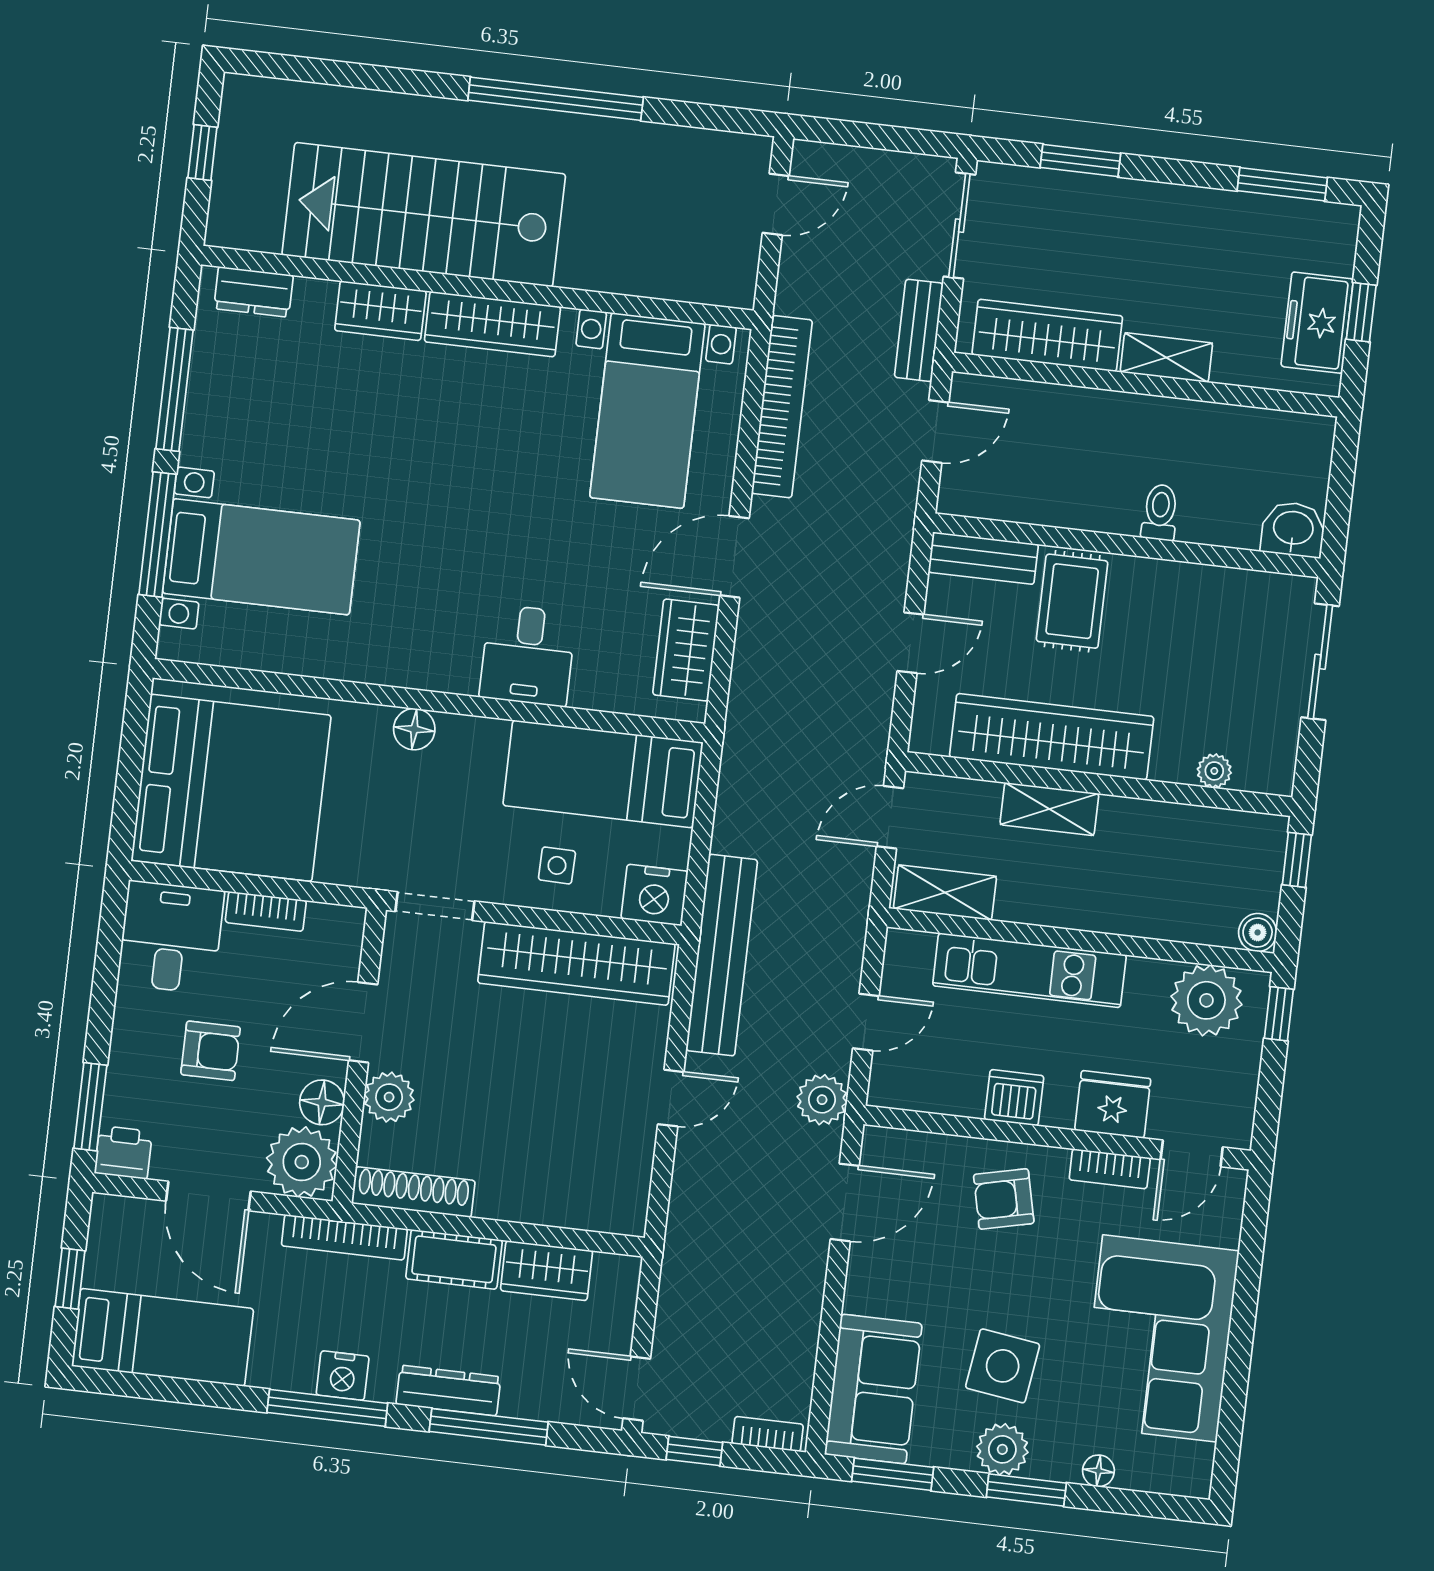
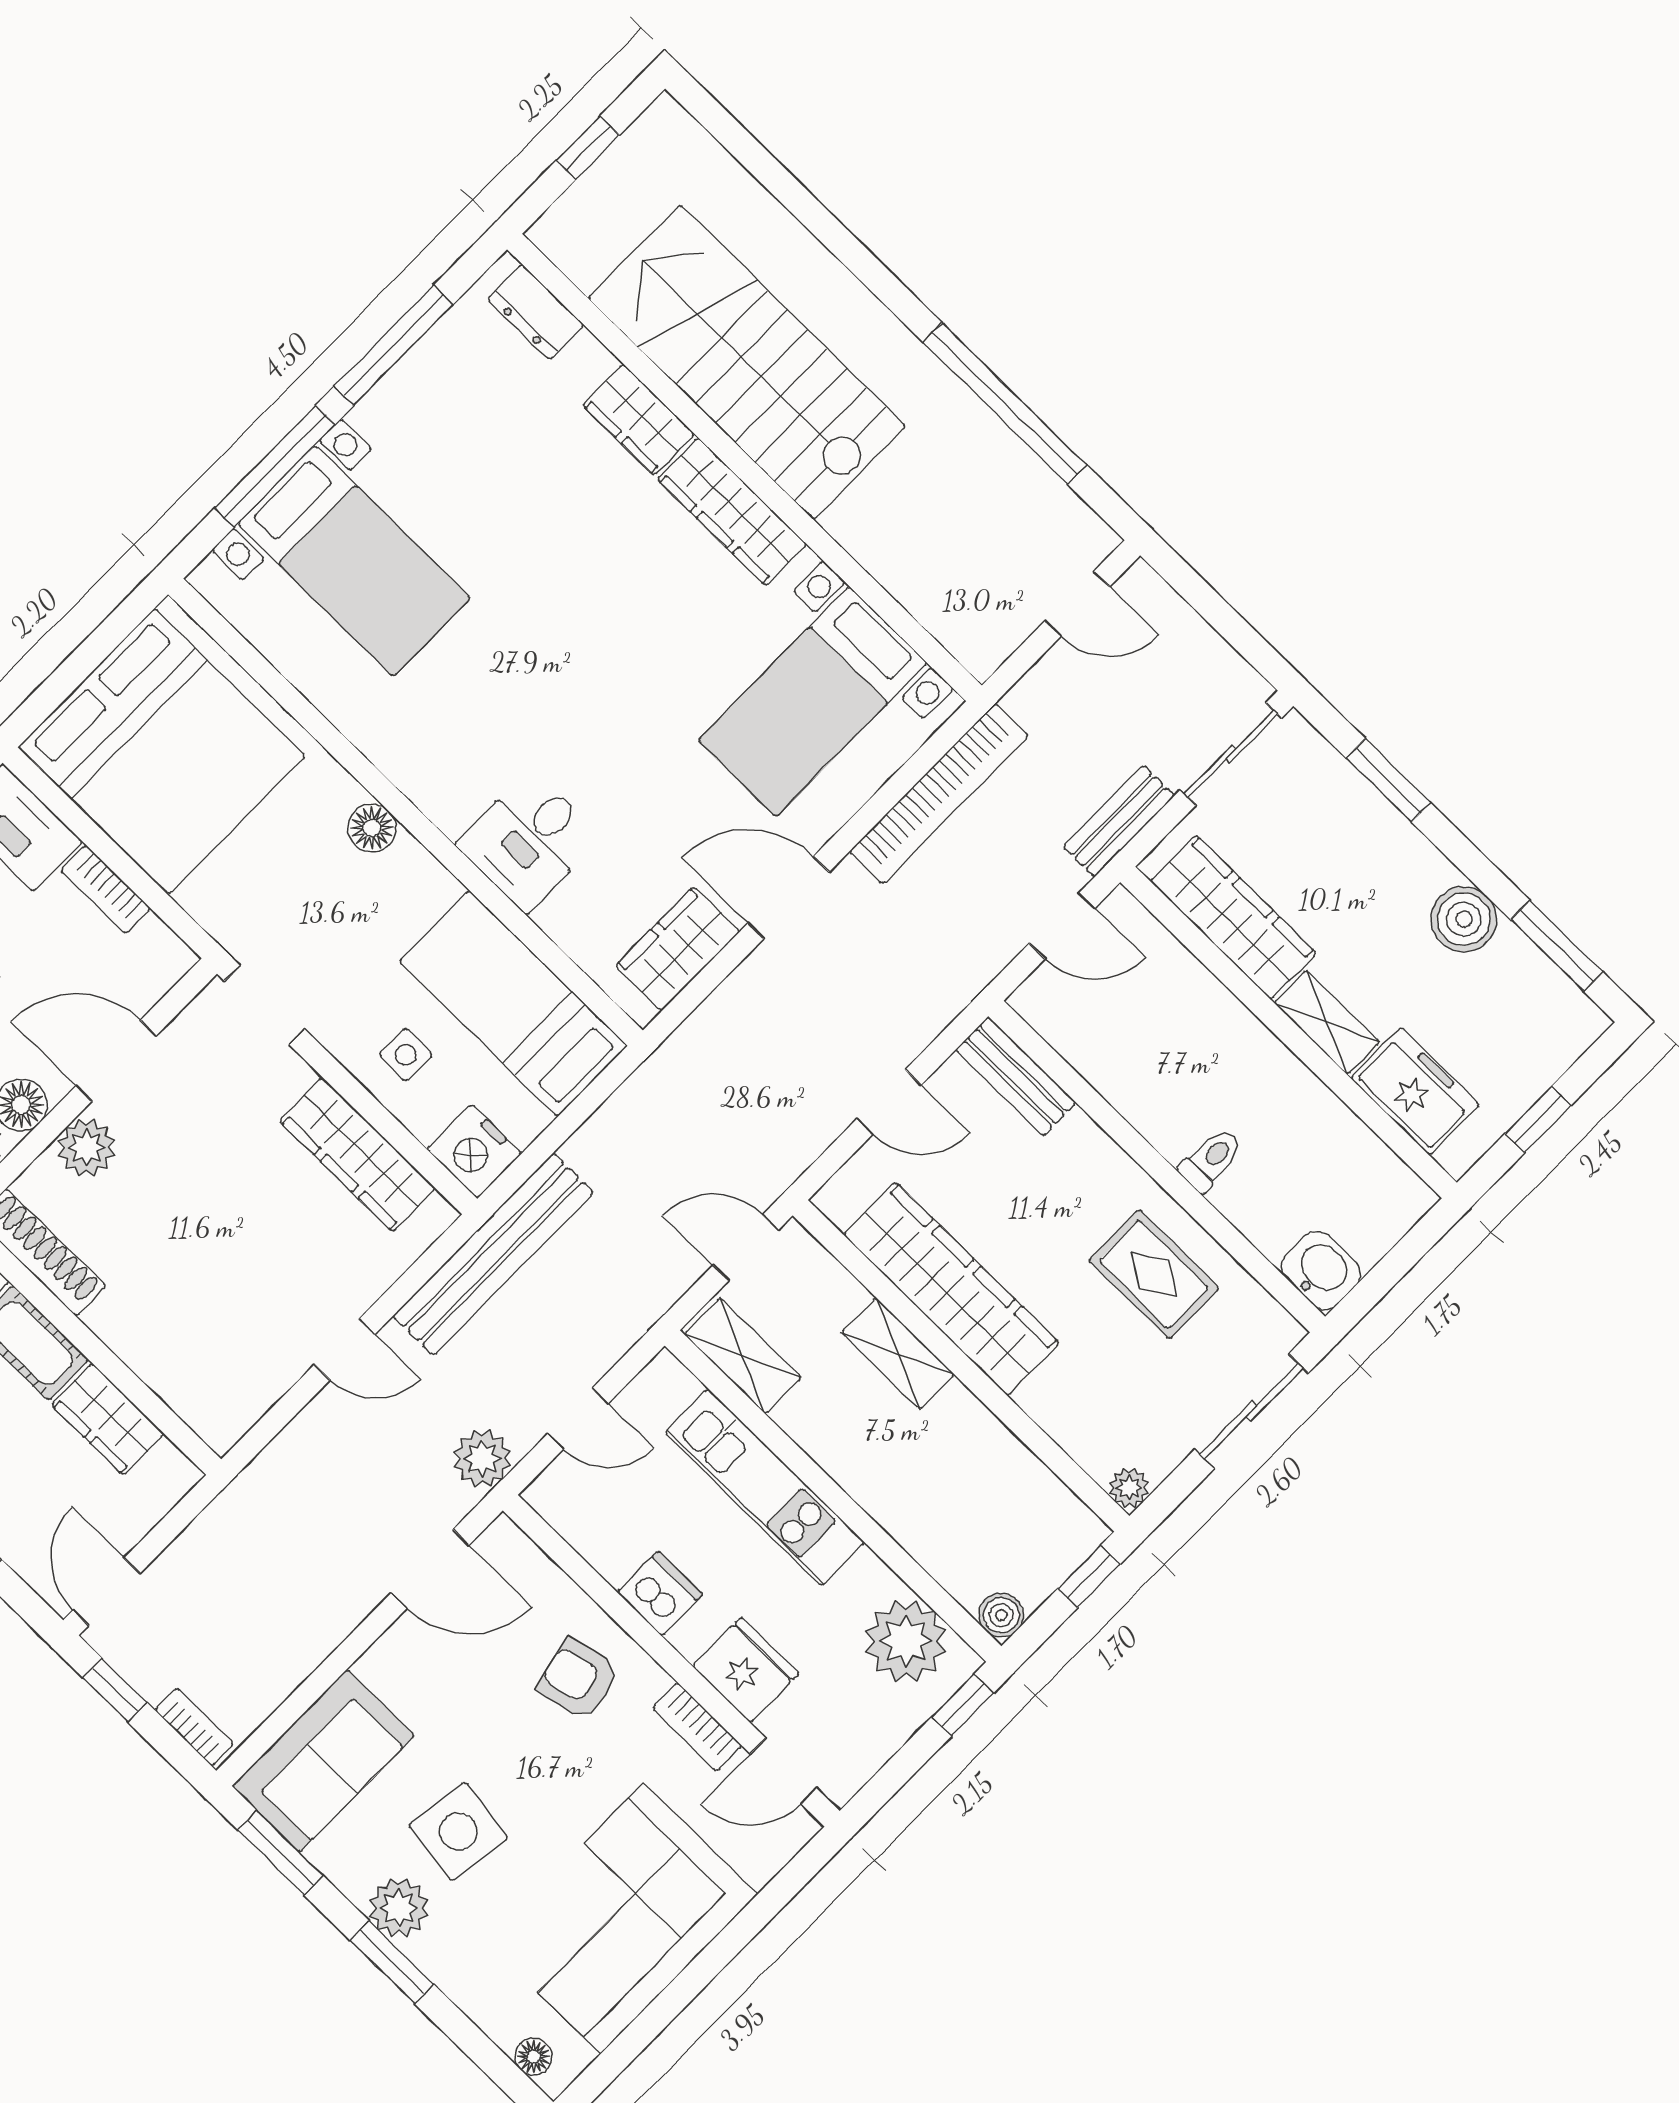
window: (556, 99) -> (1005, 404), moved
boiler: (1205, 215) -> (1464, 919), added
freezer: (1317, 323) -> (1415, 1091), moved, turned 90
rug: (1072, 601) -> (1154, 1274), moved, turned 90
plant: (1214, 771) -> (1129, 1488), moved
wardrobe: (576, 963) -> (358, 1155), width x0.71, depth x0.85
floor lamp: (1098, 1471) -> (533, 2057), moved

